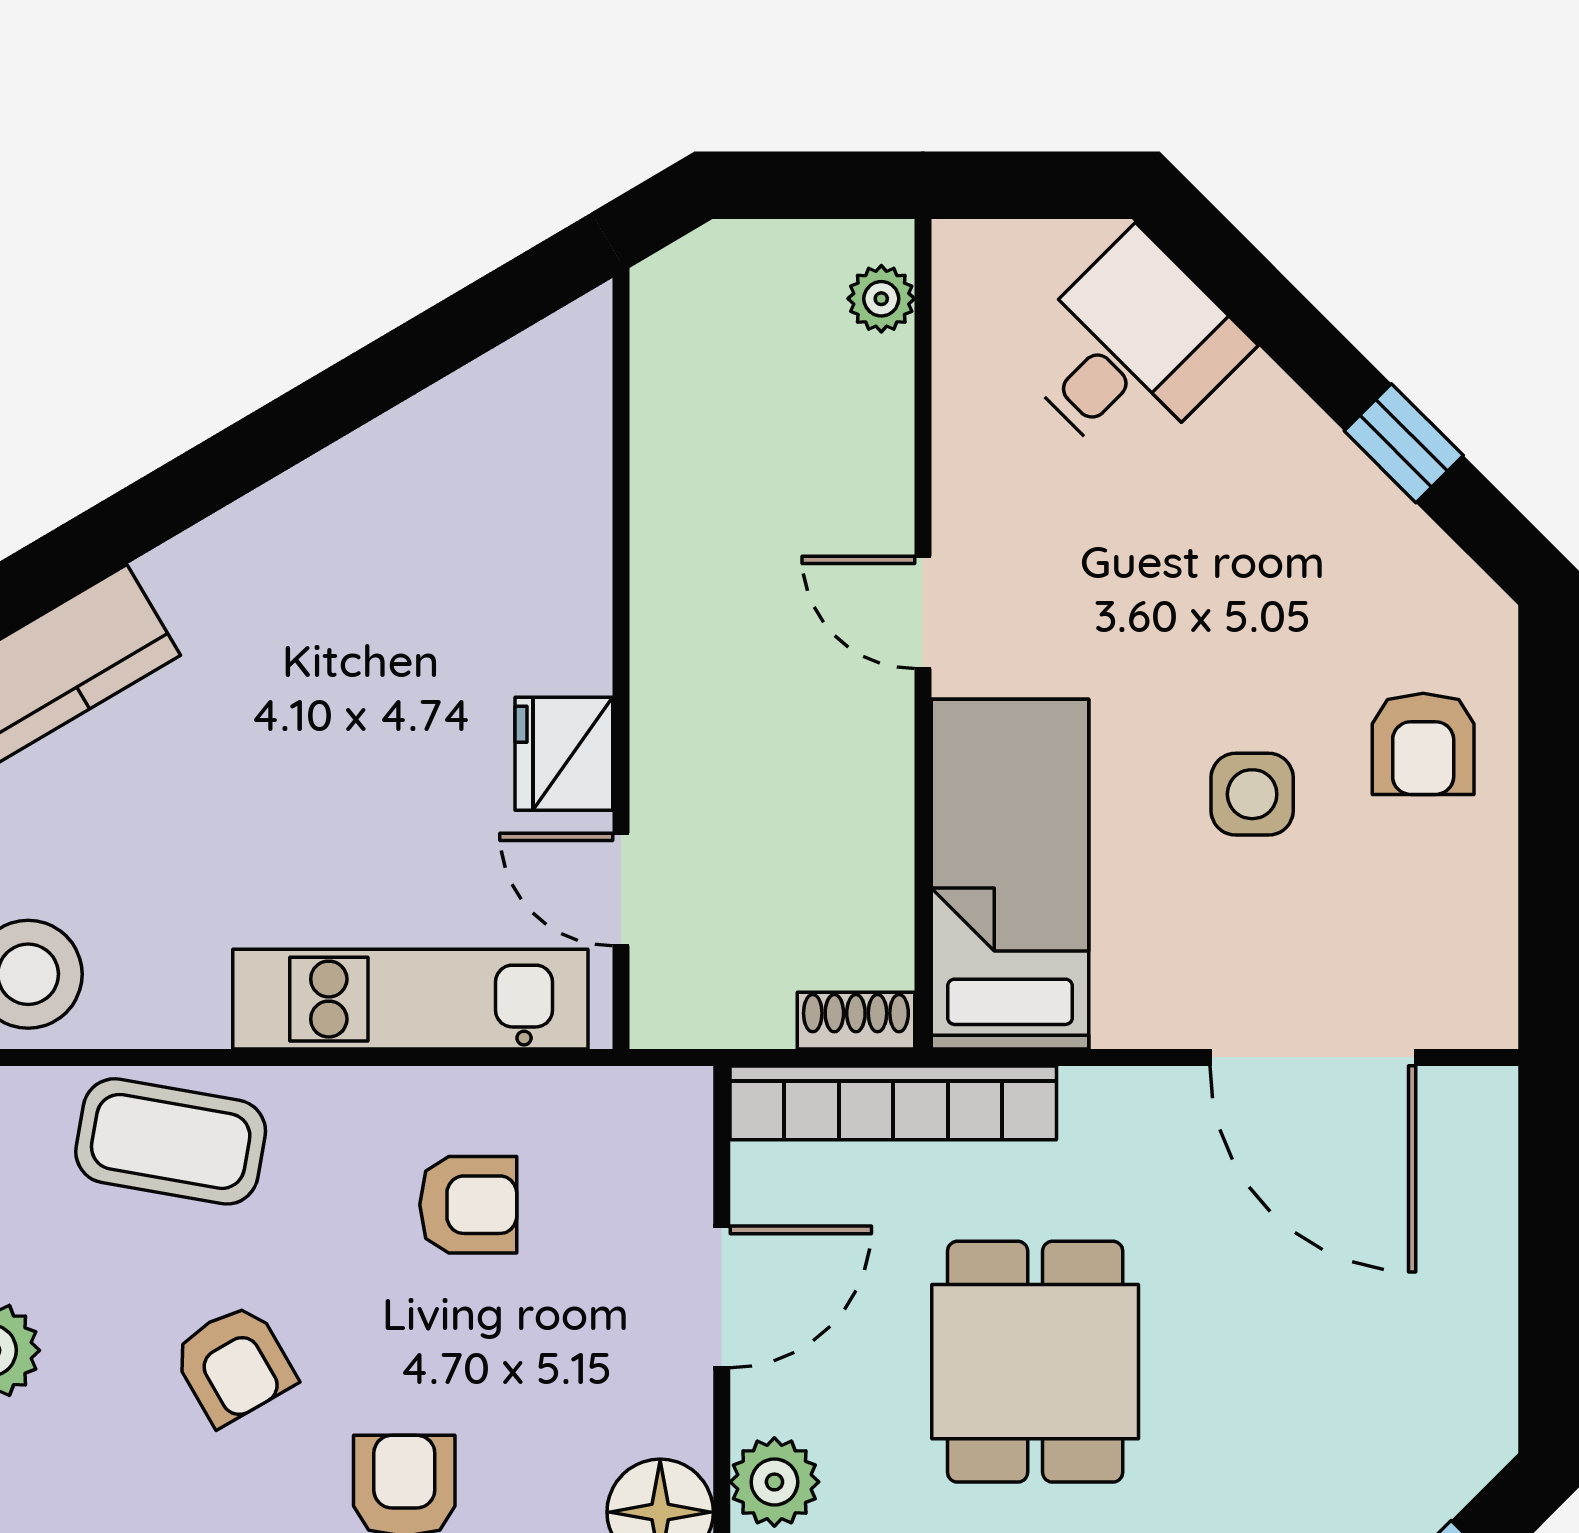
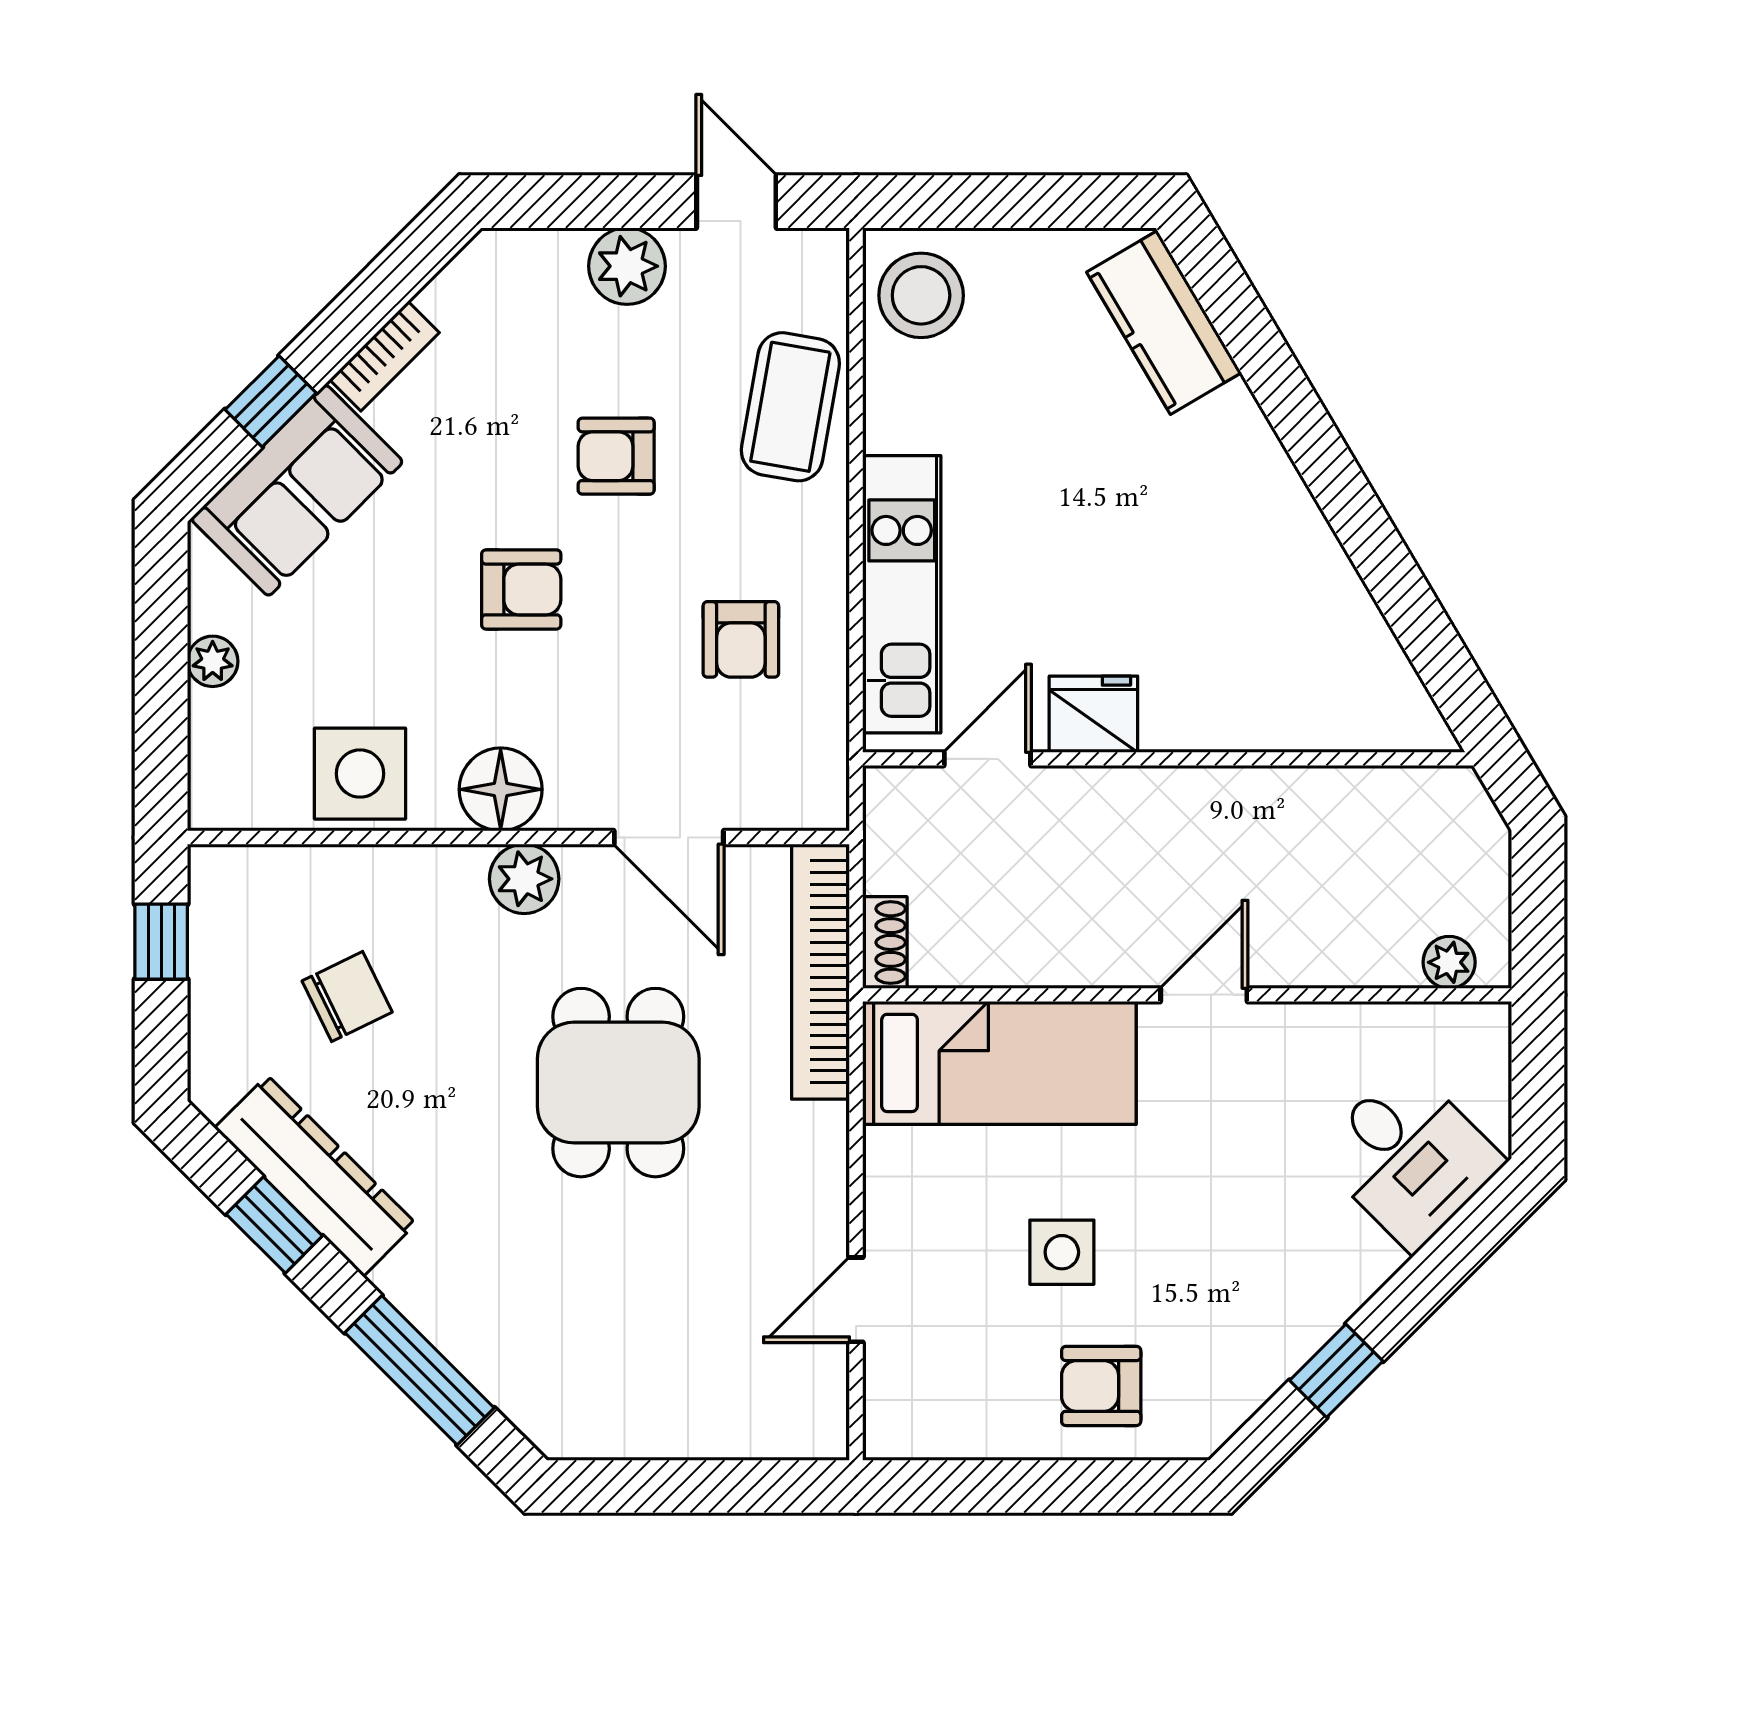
door: (1313, 1057) -> (856, 1300), width x0.53
dining table: (1035, 1362) -> (618, 1083), turned 90
armchair: (234, 1364) -> (616, 456), turned 30

